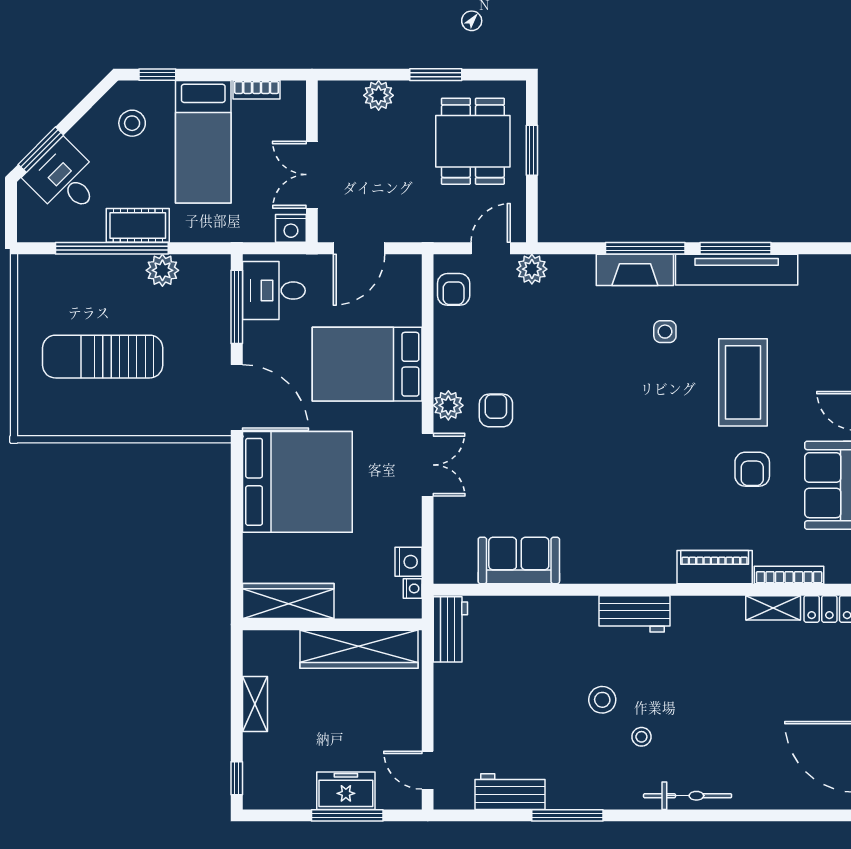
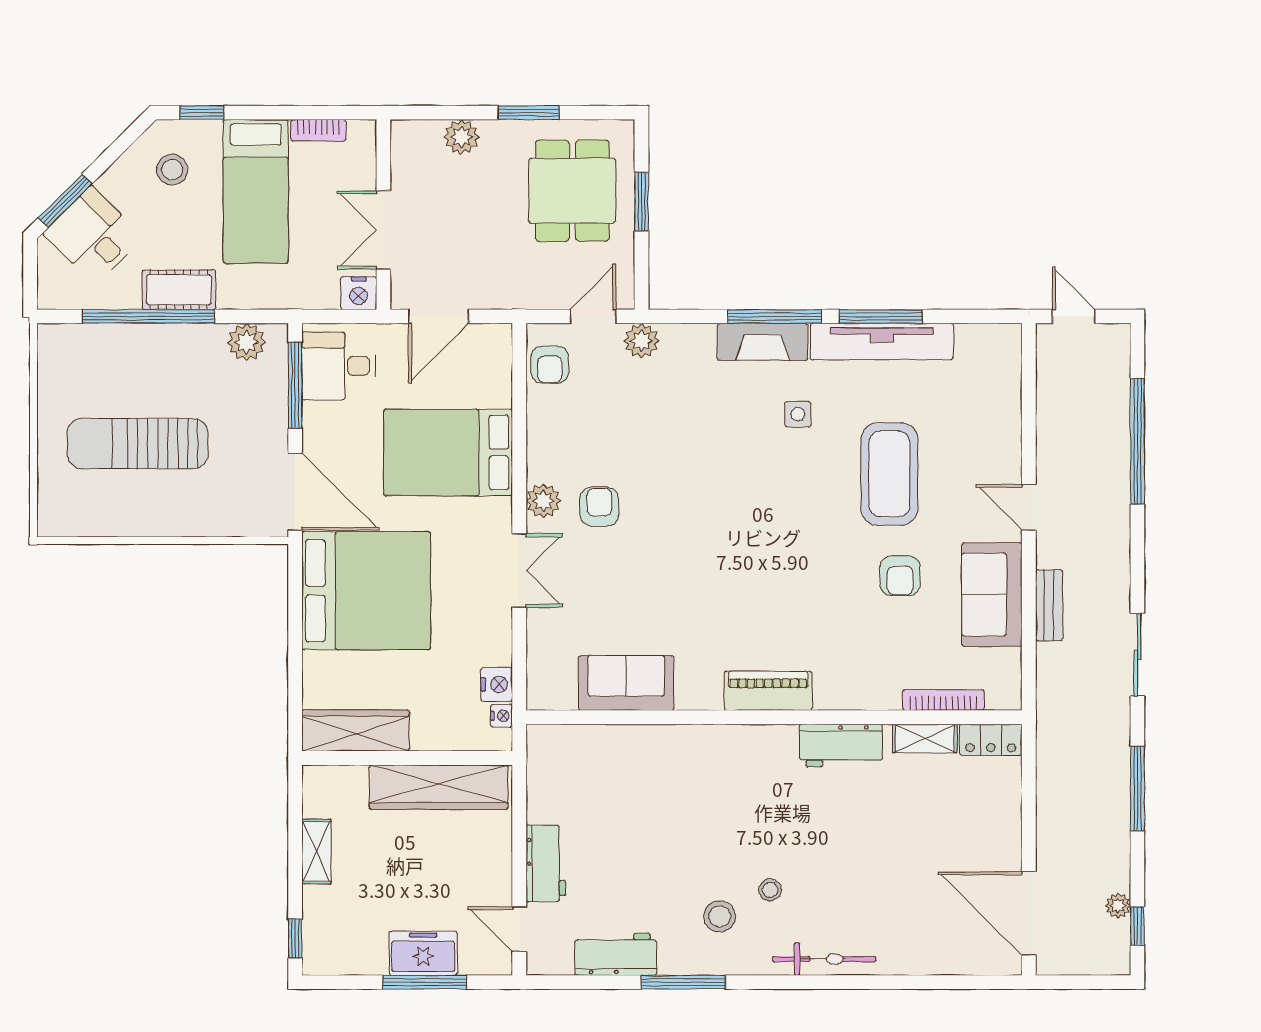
plant: (162, 270) -> (247, 342), moved
piano: (715, 567) -> (768, 691), moved
workbench: (634, 614) -> (841, 745), moved
workbench: (450, 629) -> (546, 863), moved
stool: (602, 700) -> (720, 916), moved

